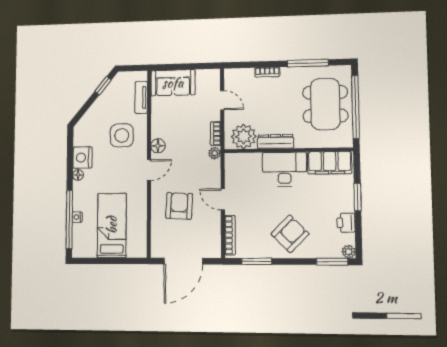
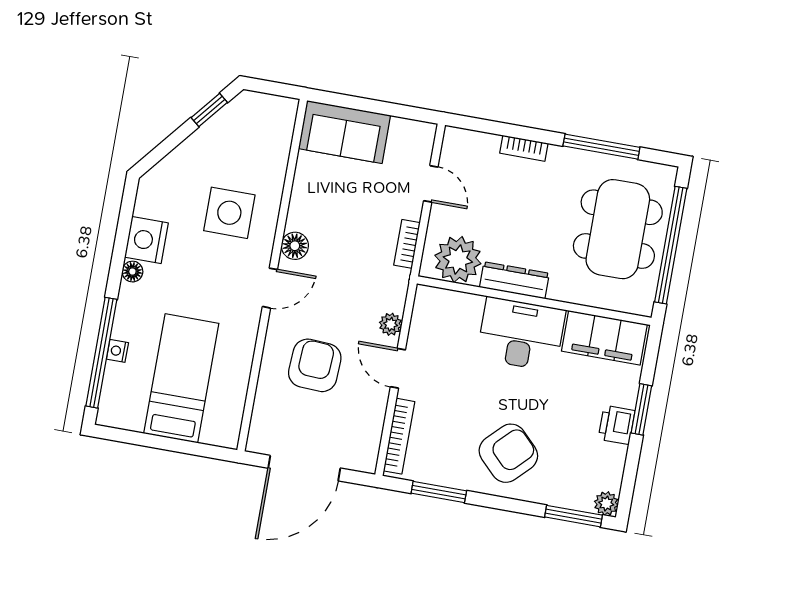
tv unit: (141, 97) -> (279, 148), removed
plant: (215, 153) -> (391, 324), moved
printer: (346, 223) -> (617, 425), moved

